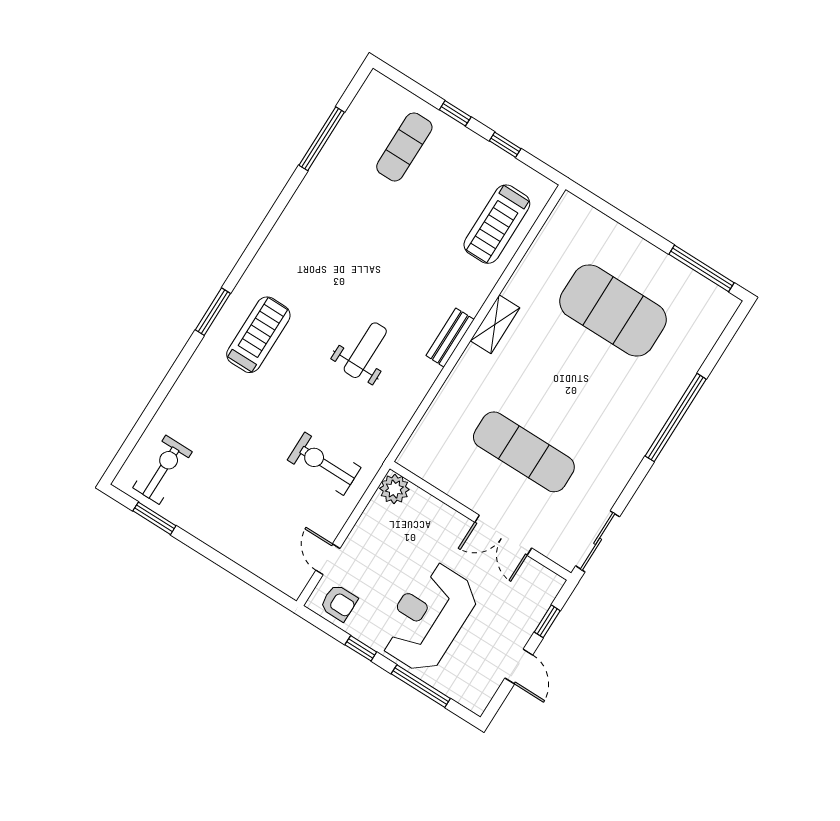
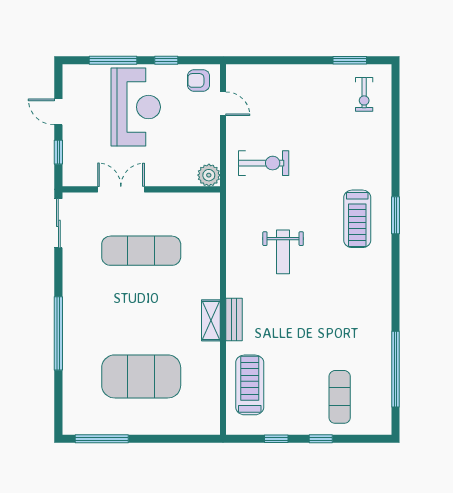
window: (322, 139) -> (396, 369), width x1.46
bench: (450, 338) -> (234, 320), moved
exercise bike: (163, 470) -> (364, 94), width x0.73, depth x0.72

